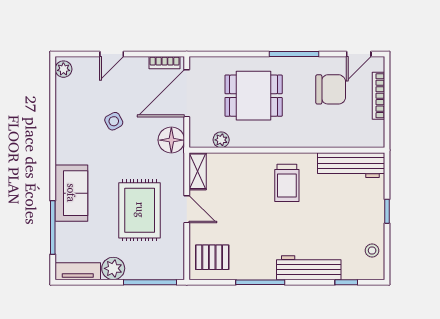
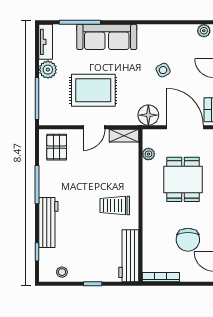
bookcase: (378, 96) -> (161, 277), moved
sofa: (71, 193) -> (107, 37), width x1.36

